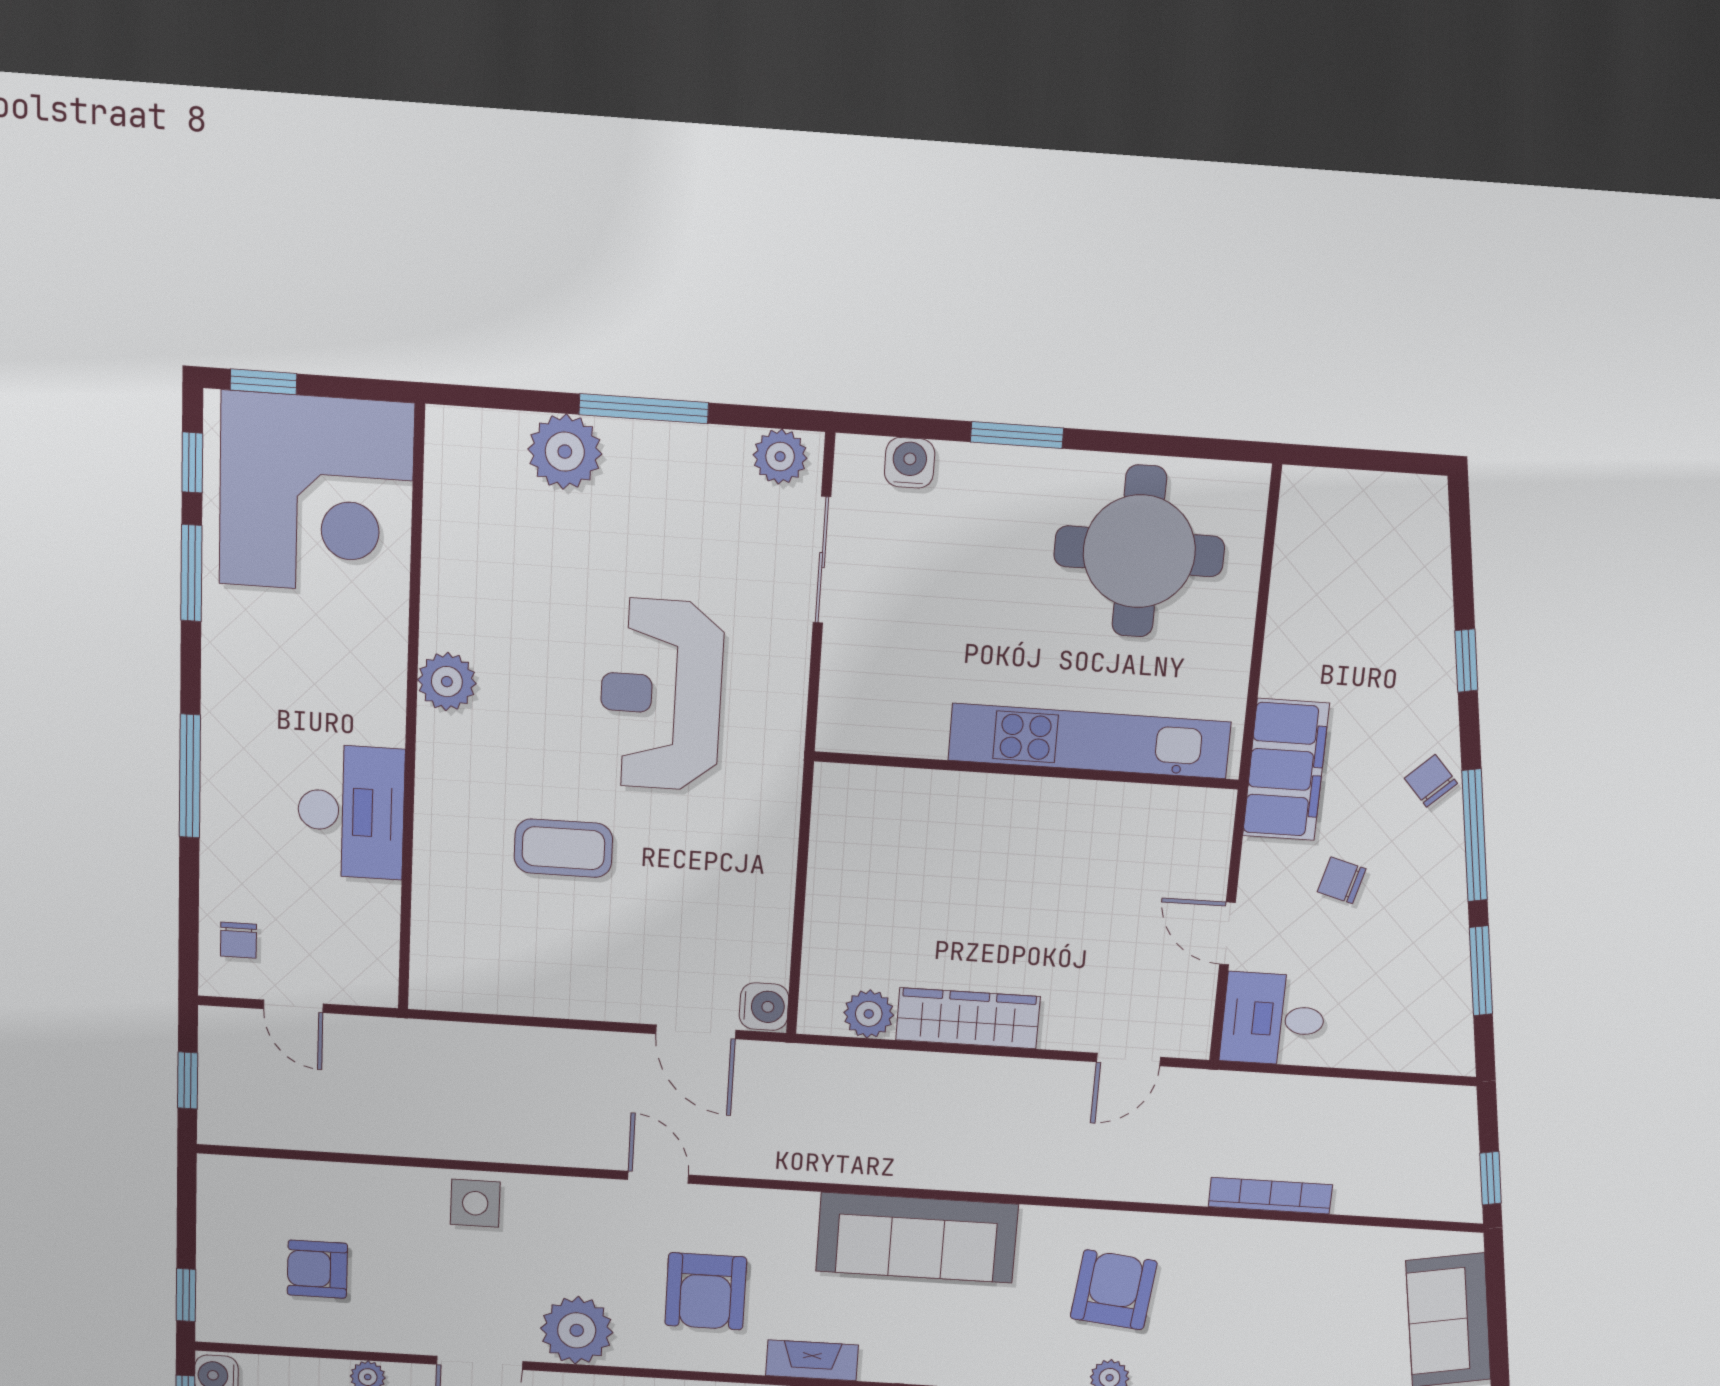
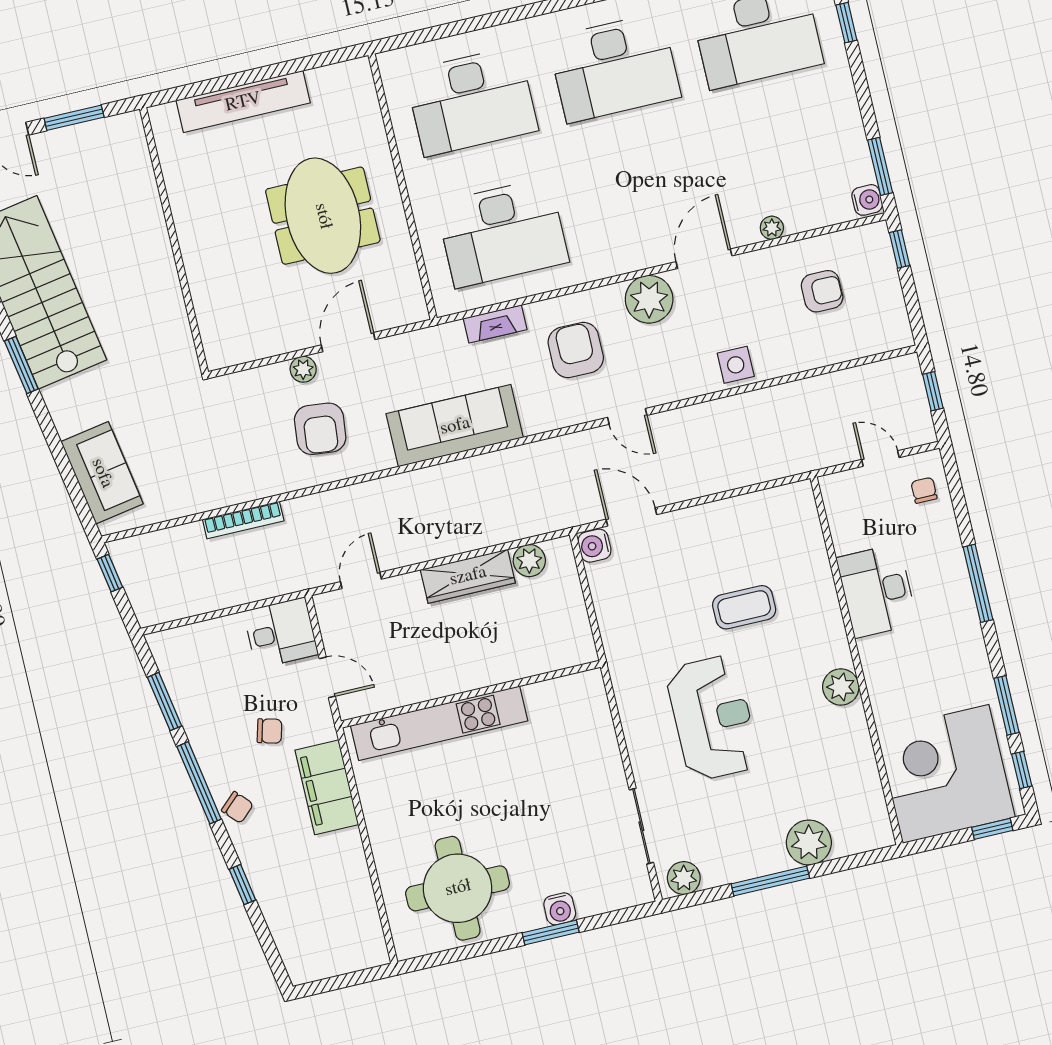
water cooler: (910, 463) -> (560, 909), moved
kitchen unit: (1090, 741) -> (439, 723), moved
wall: (1027, 770) -> (471, 694), moved

